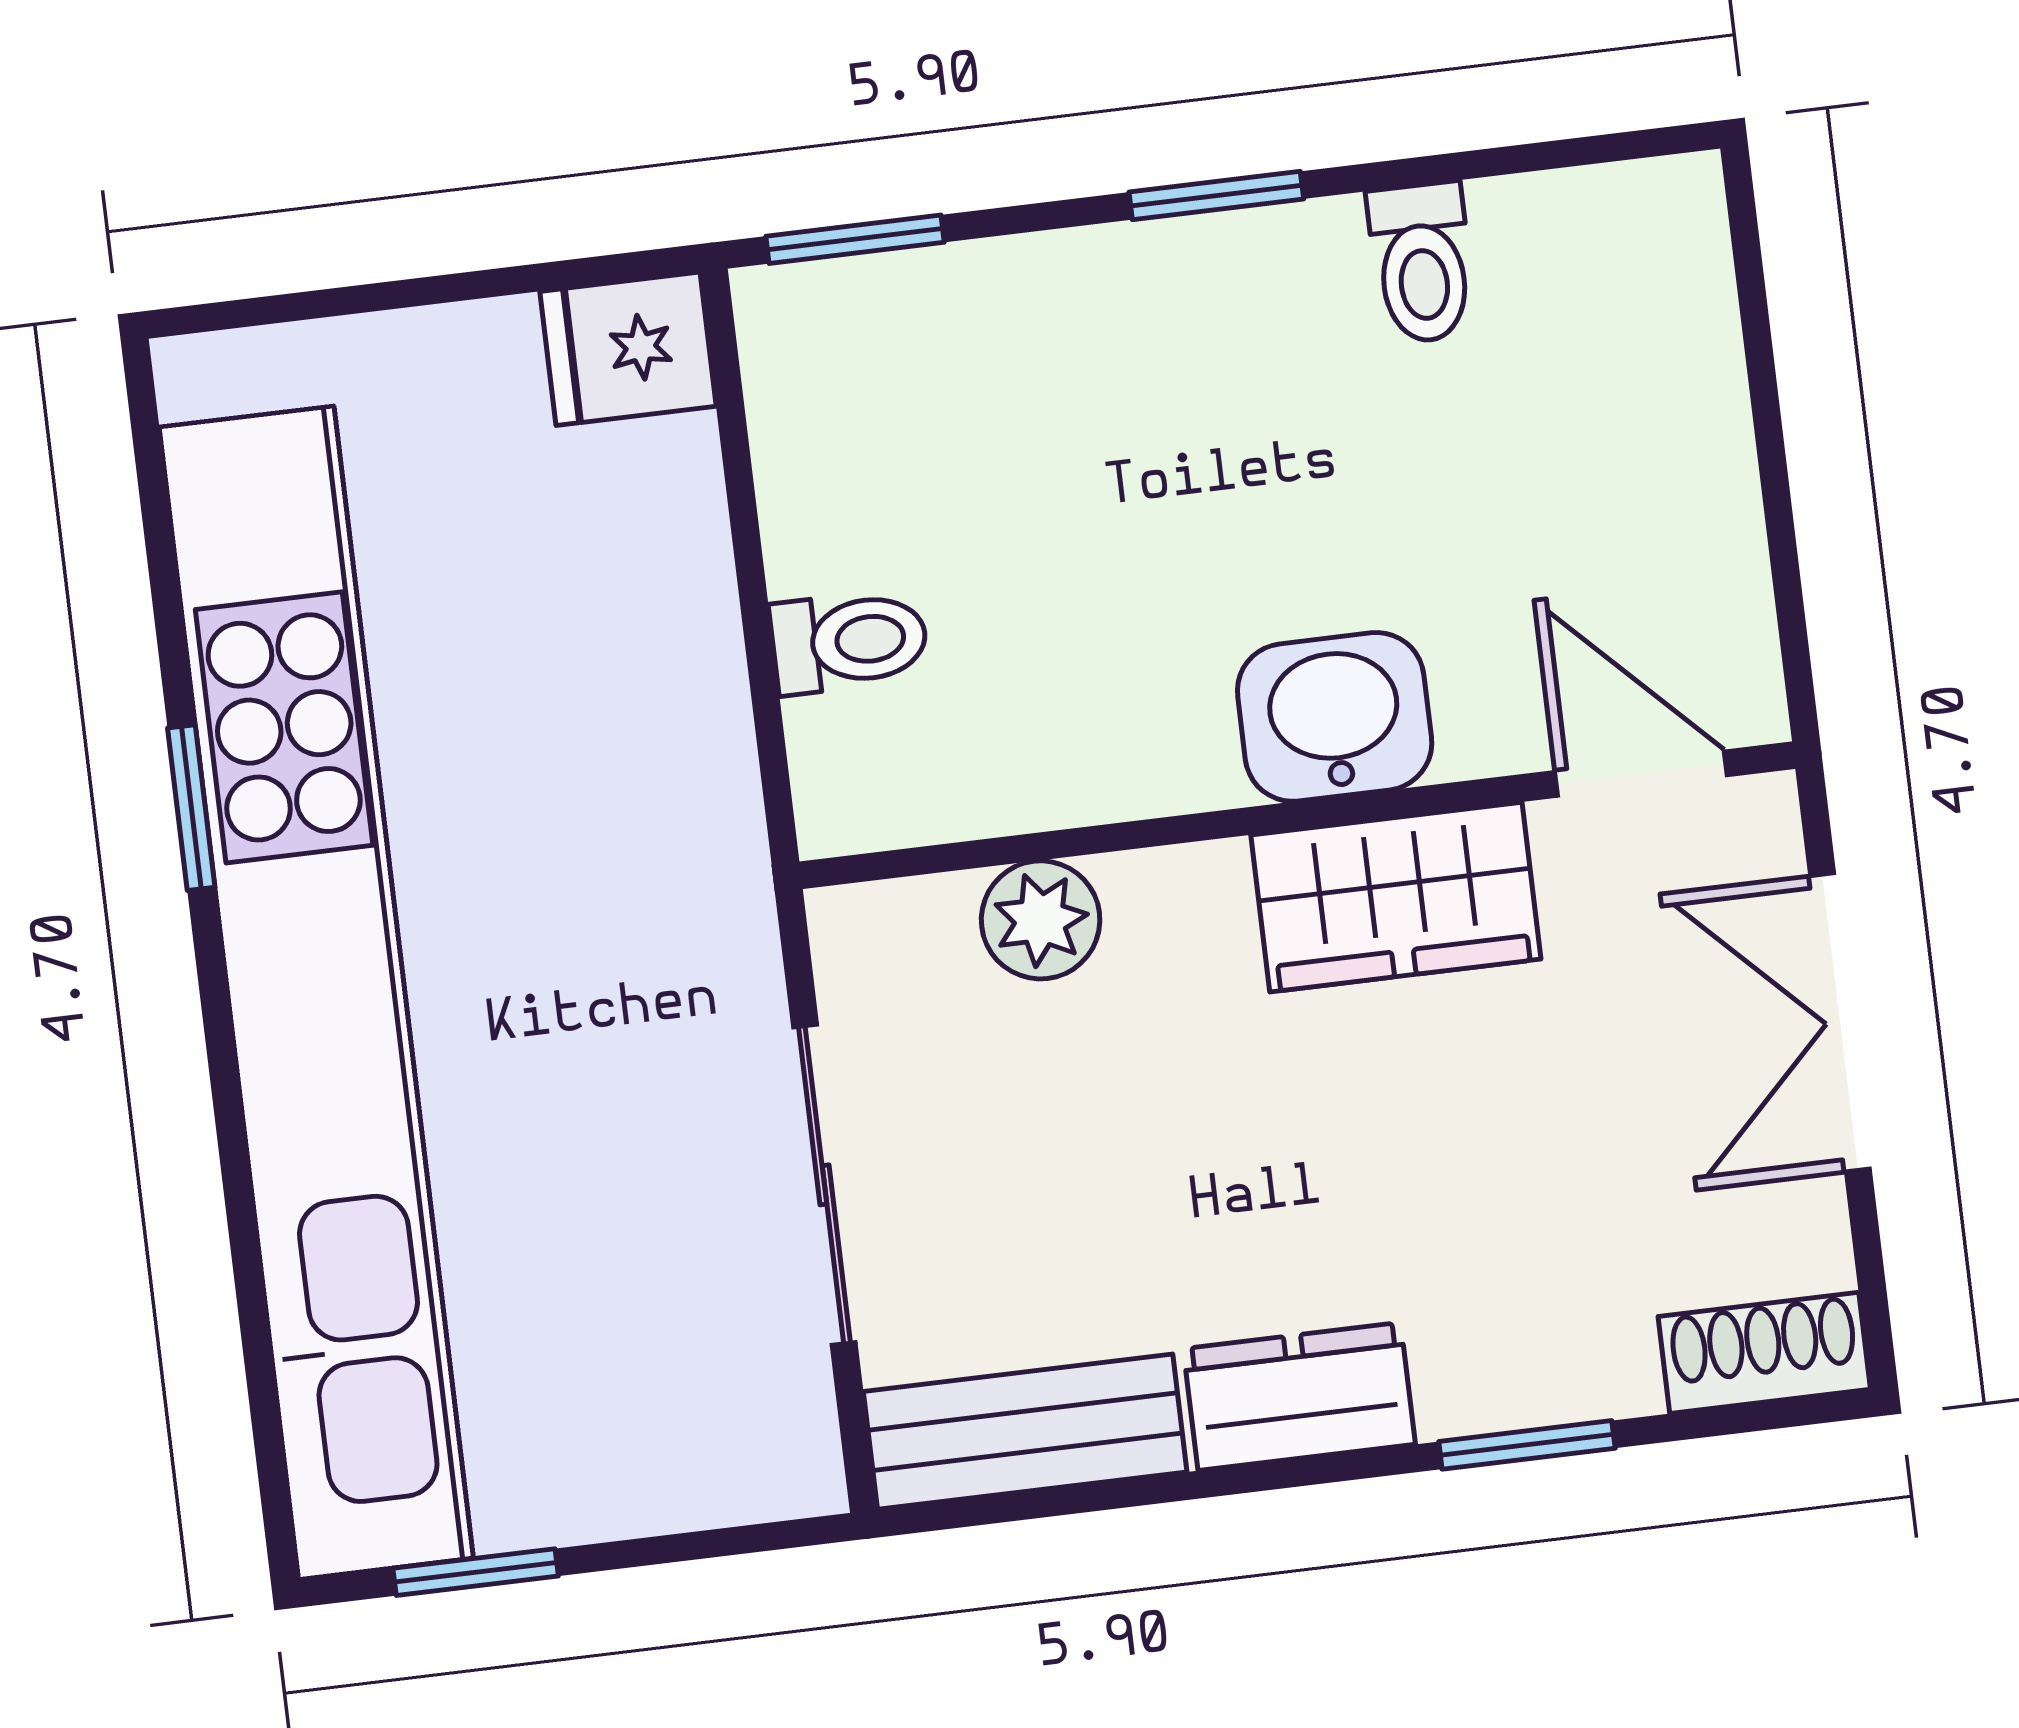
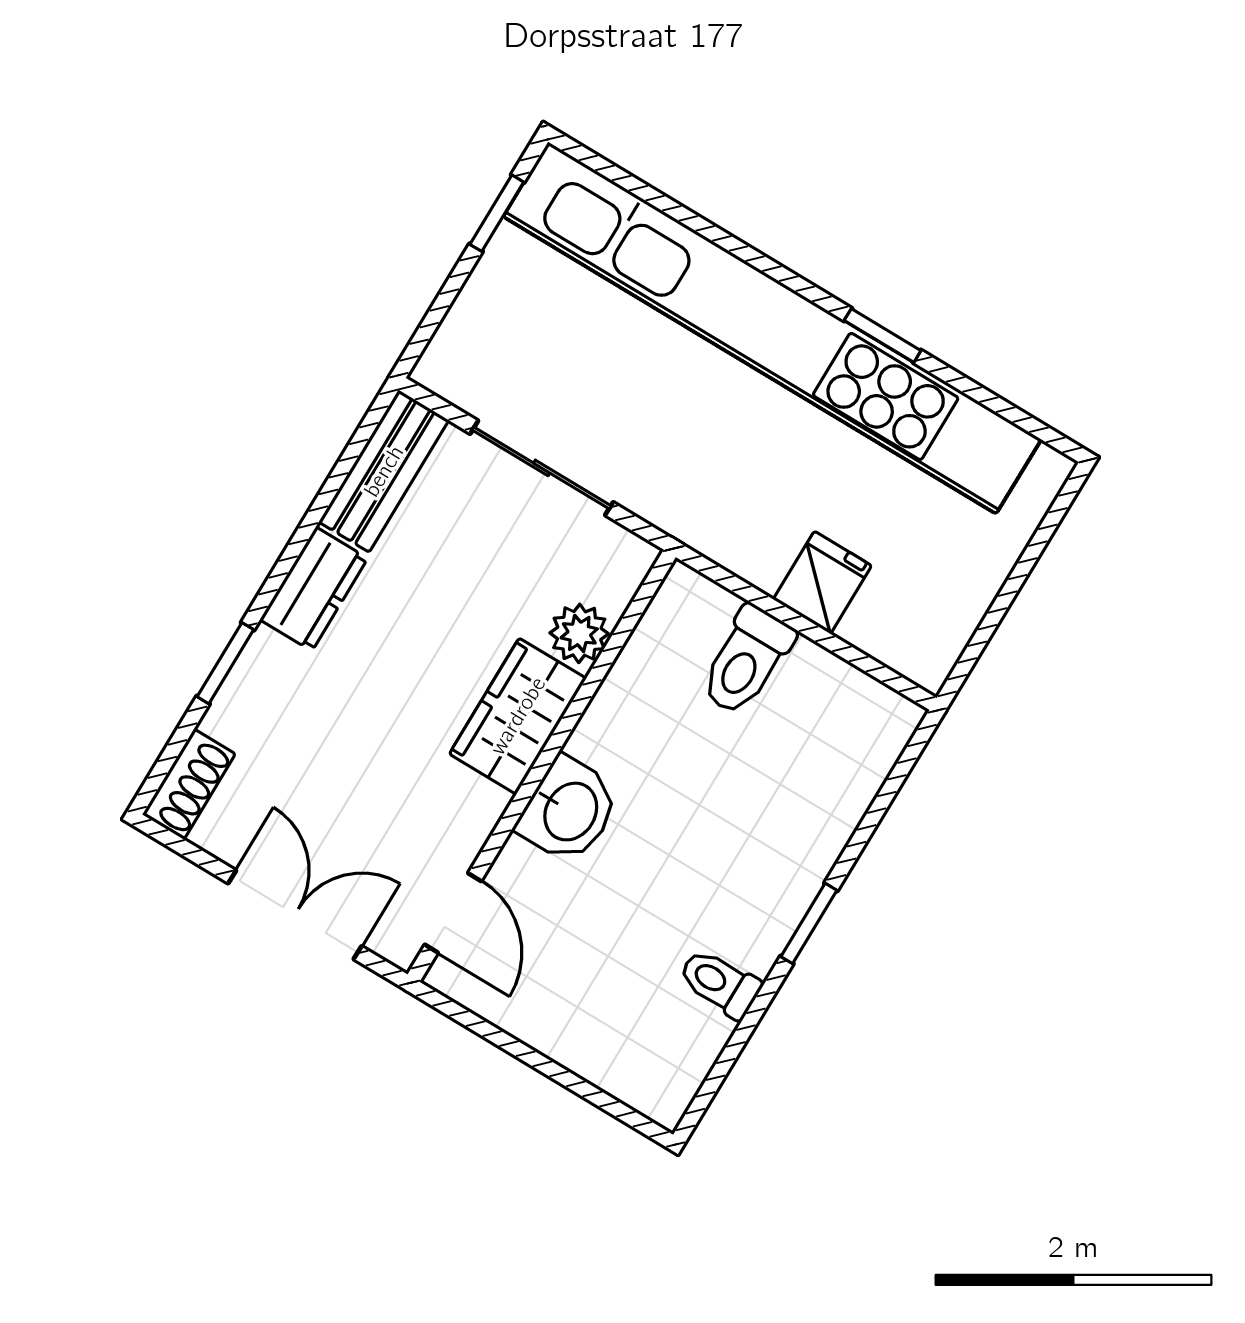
window: (855, 239) -> (902, 769), removed
fridge: (628, 349) -> (822, 583), moved
toilet: (849, 641) -> (746, 661), width x1.37, depth x1.39
door: (1641, 774) -> (453, 913), hinge flipped
wardrobe: (1396, 897) -> (518, 716), moved

